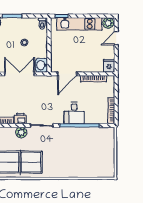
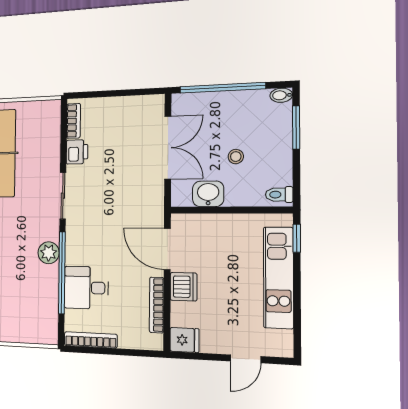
plant: (108, 23) -> (281, 343), removed
door: (116, 38) -> (246, 359), swing flipped
washbasin: (41, 65) -> (208, 194), moved
dishwasher: (85, 66) -> (184, 287), added
desk: (74, 113) -> (86, 288), moved
plant: (21, 132) -> (49, 253), moved

